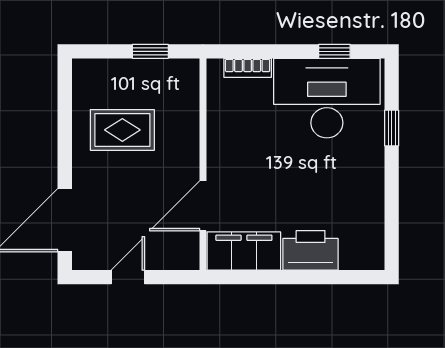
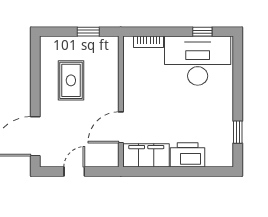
window: (392, 128) -> (238, 132), moved
rug: (122, 130) -> (71, 80), turned 90

